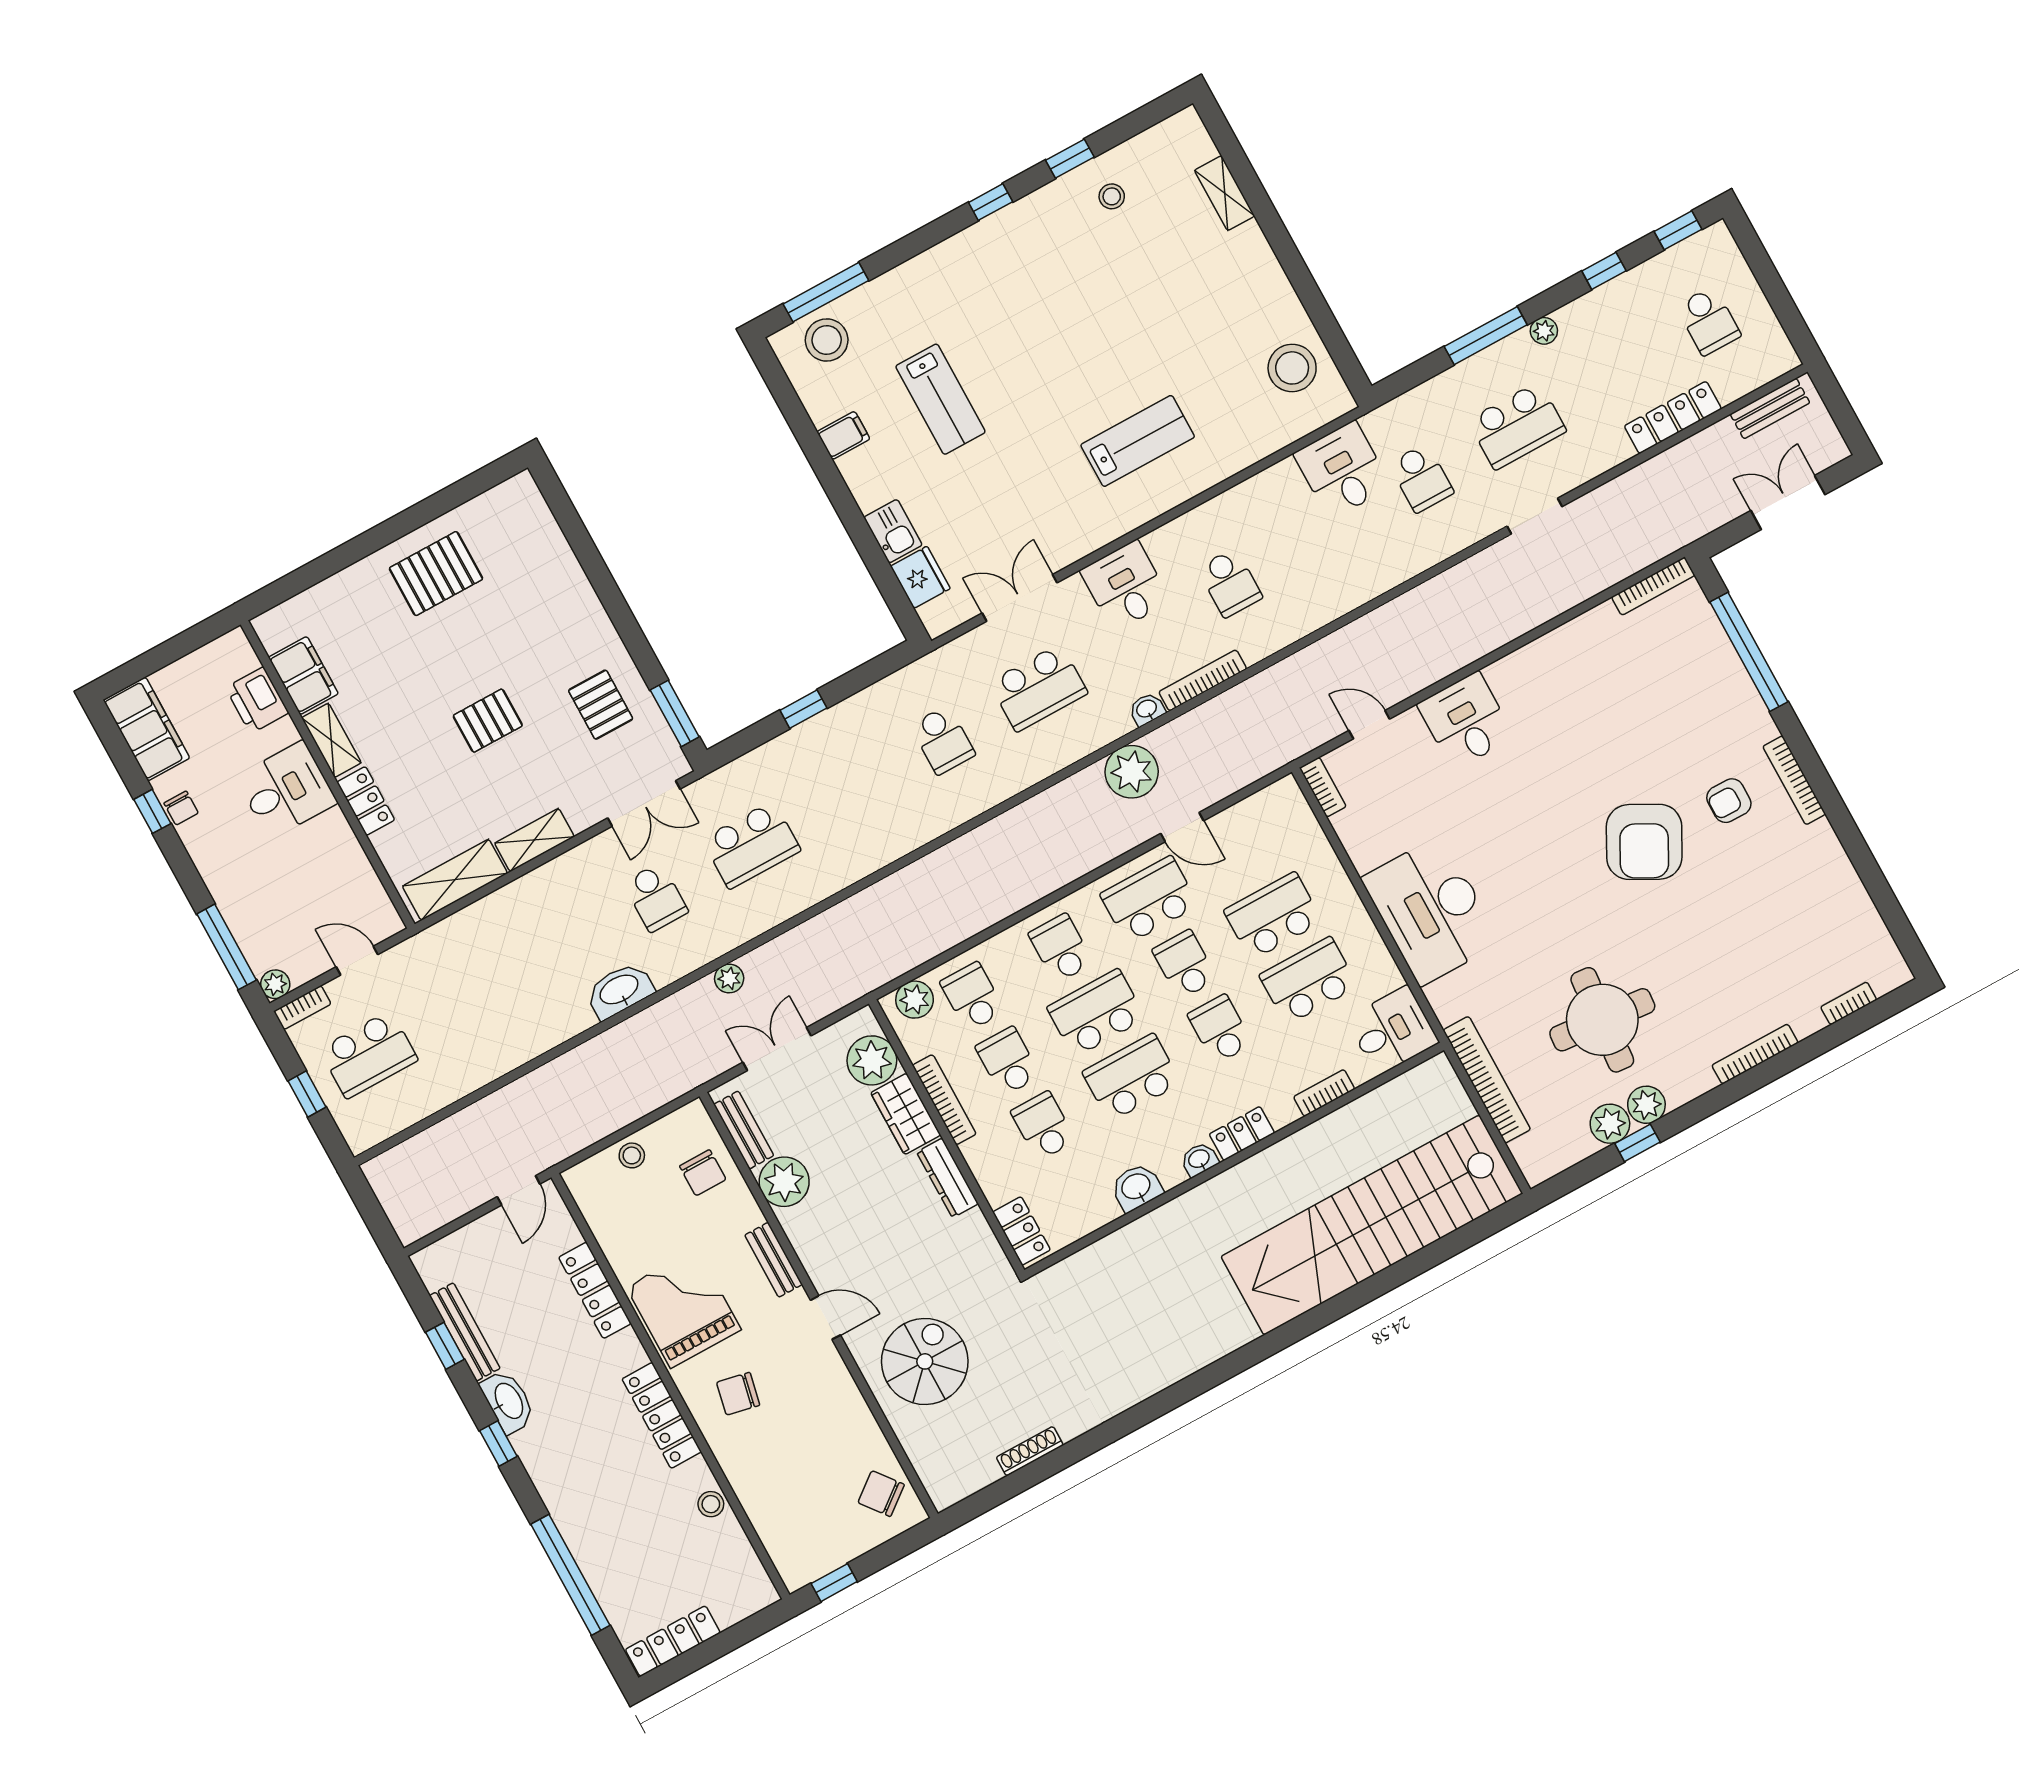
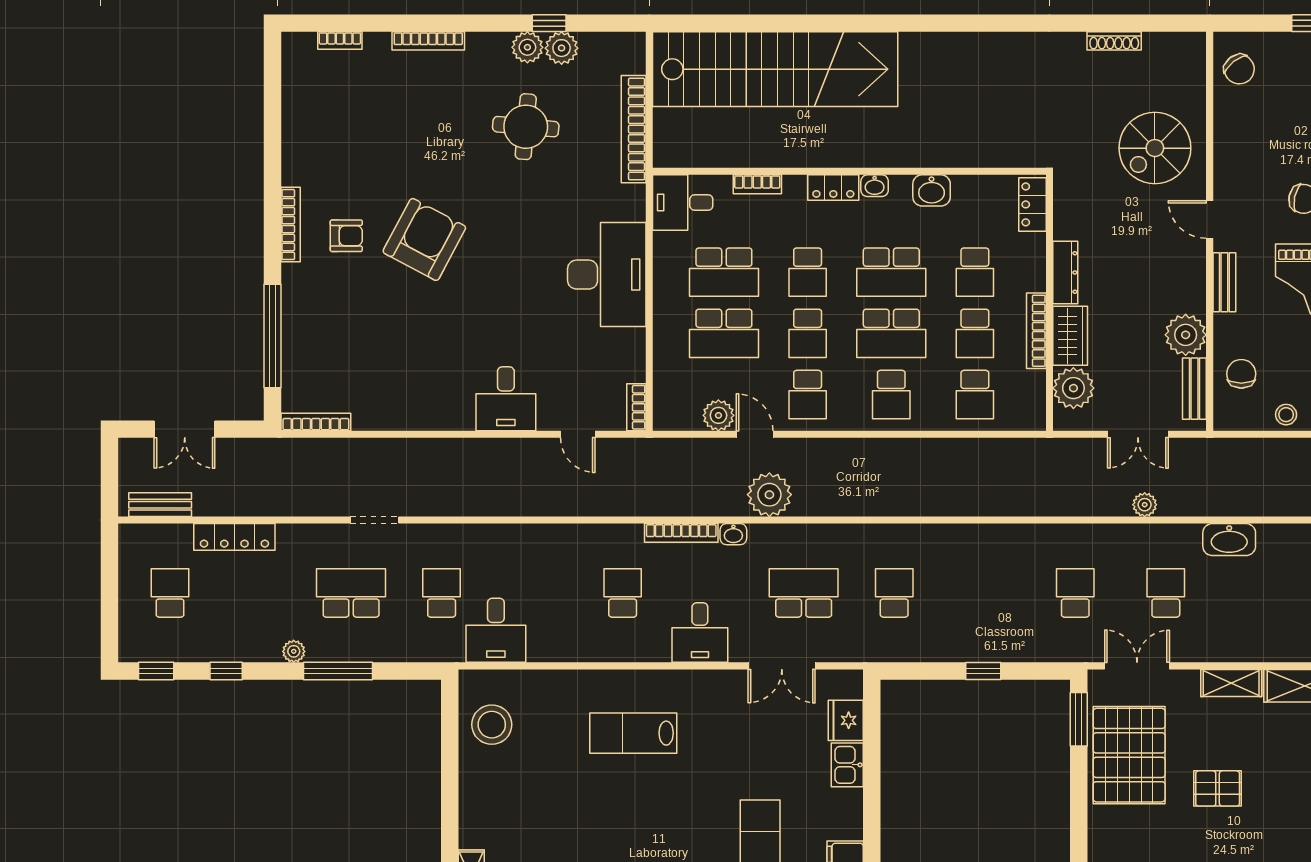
pallet: (601, 705) -> (1129, 755), width x2.05, depth x2.00
school desk: (751, 845) -> (1075, 593), width x0.54
school desk: (1149, 900) -> (808, 395), width x0.54
plant: (915, 1000) -> (718, 415), moved
round table: (1602, 1020) -> (526, 127), width x0.73, depth x0.73

